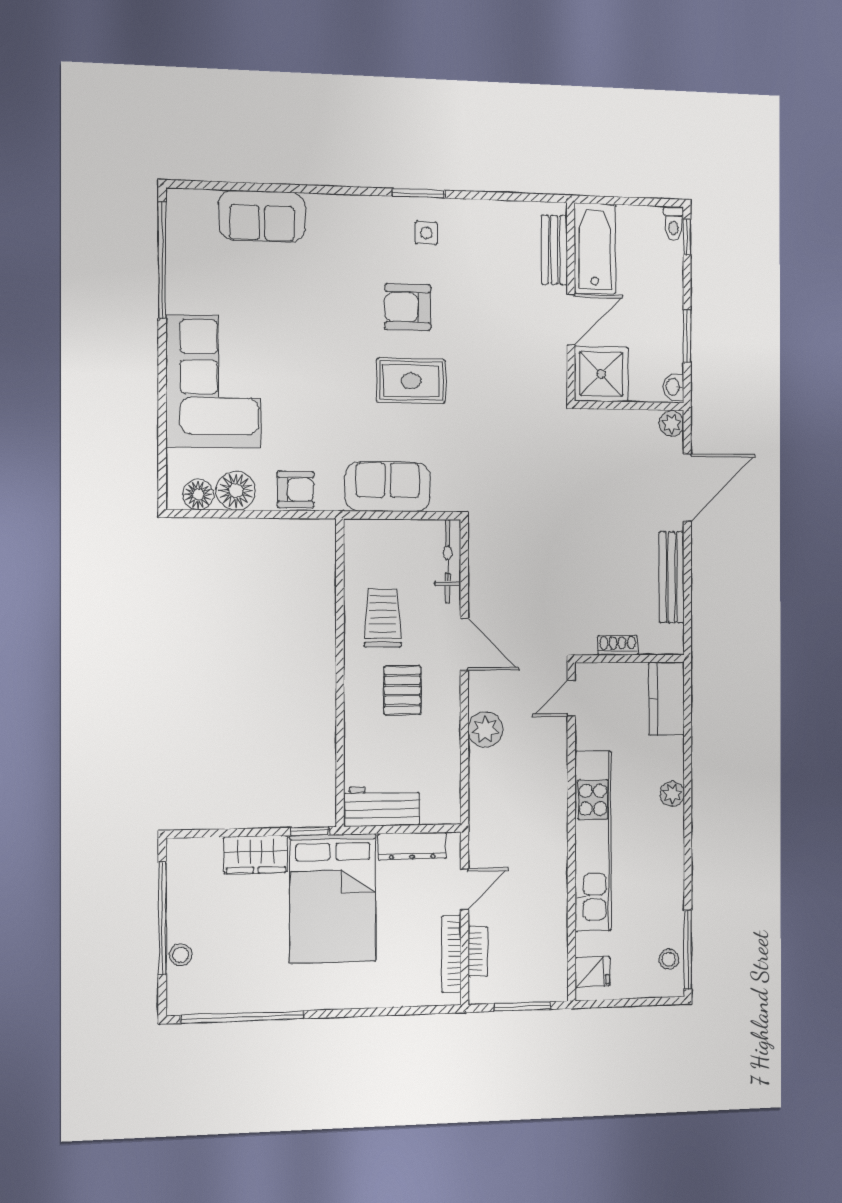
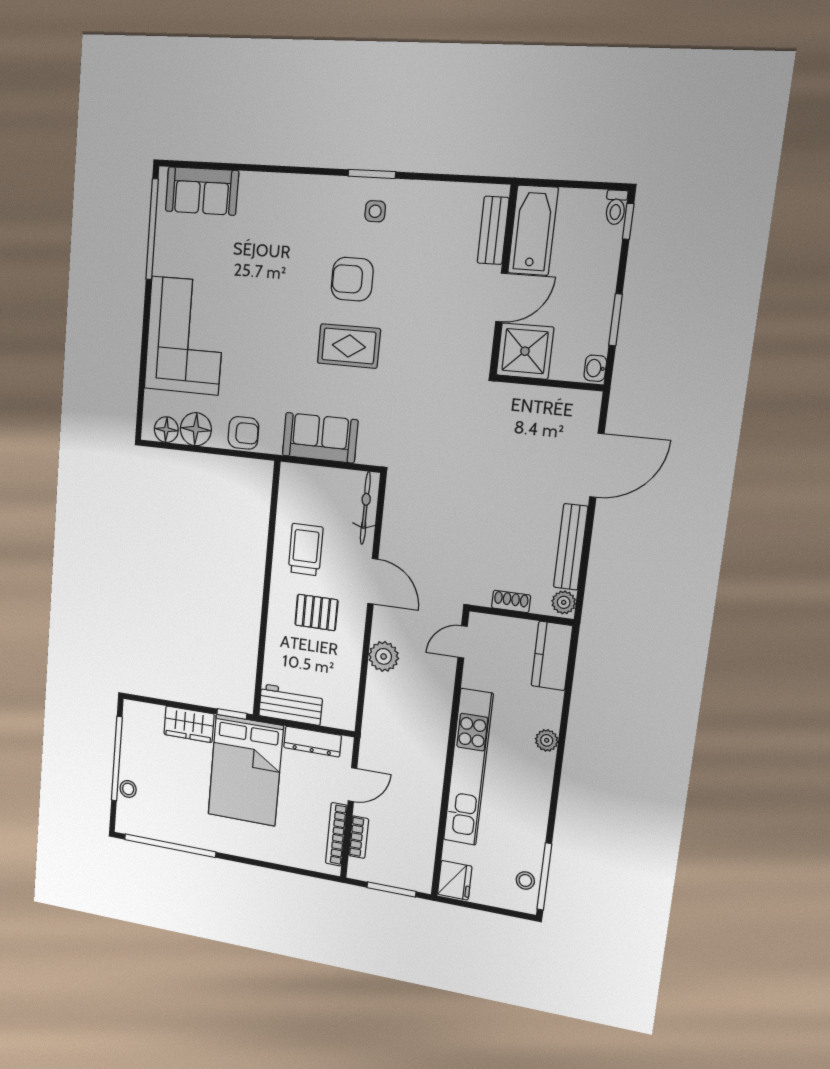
sofa: (262, 216) -> (202, 191), moved
plant: (671, 424) -> (564, 602), moved
pallet: (402, 690) -> (316, 612), turned 90
fridge: (592, 972) -> (455, 880), width x1.38

